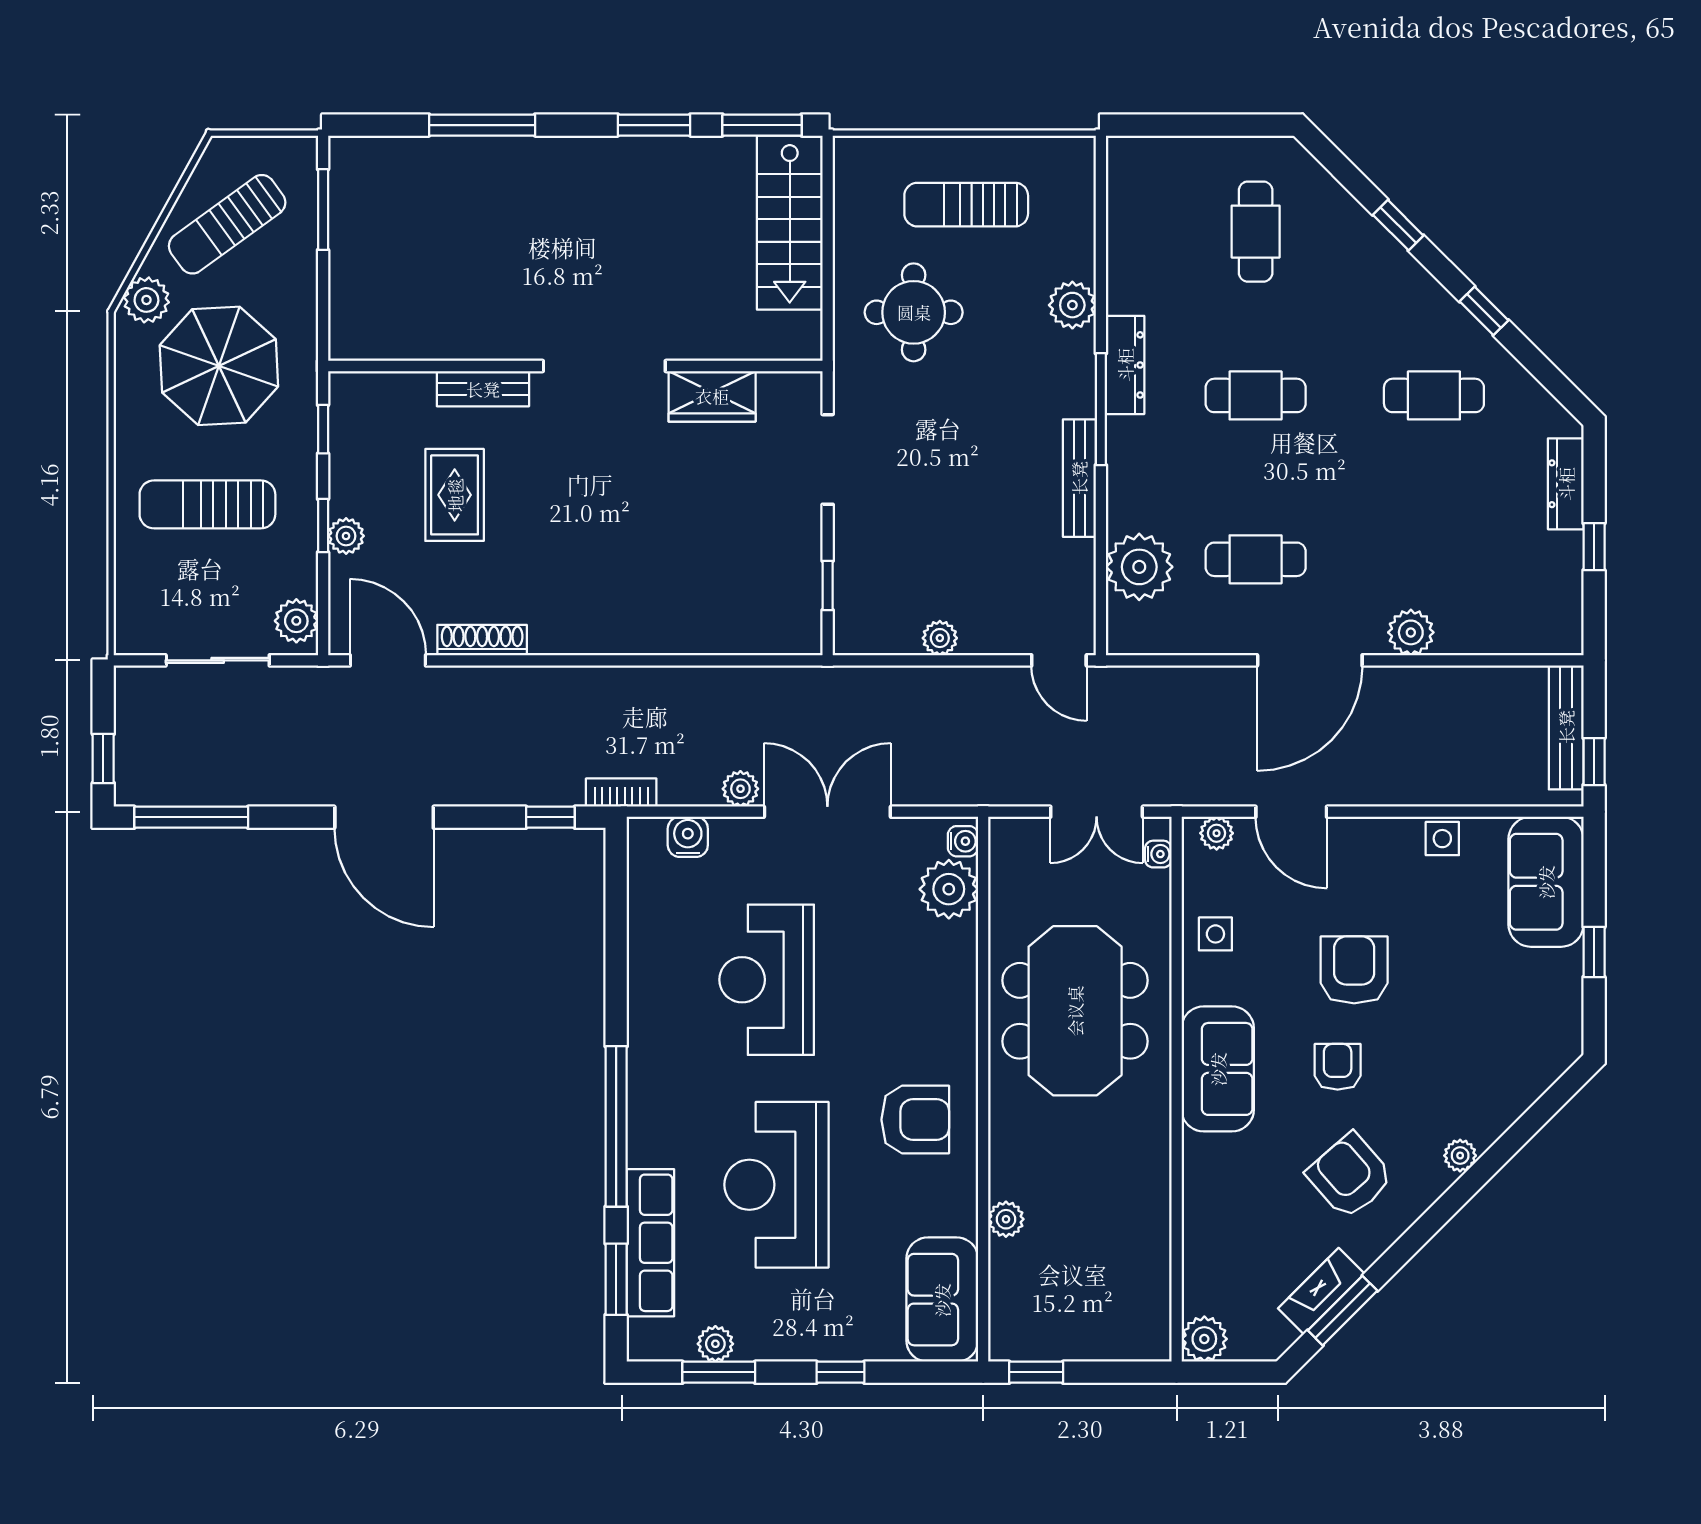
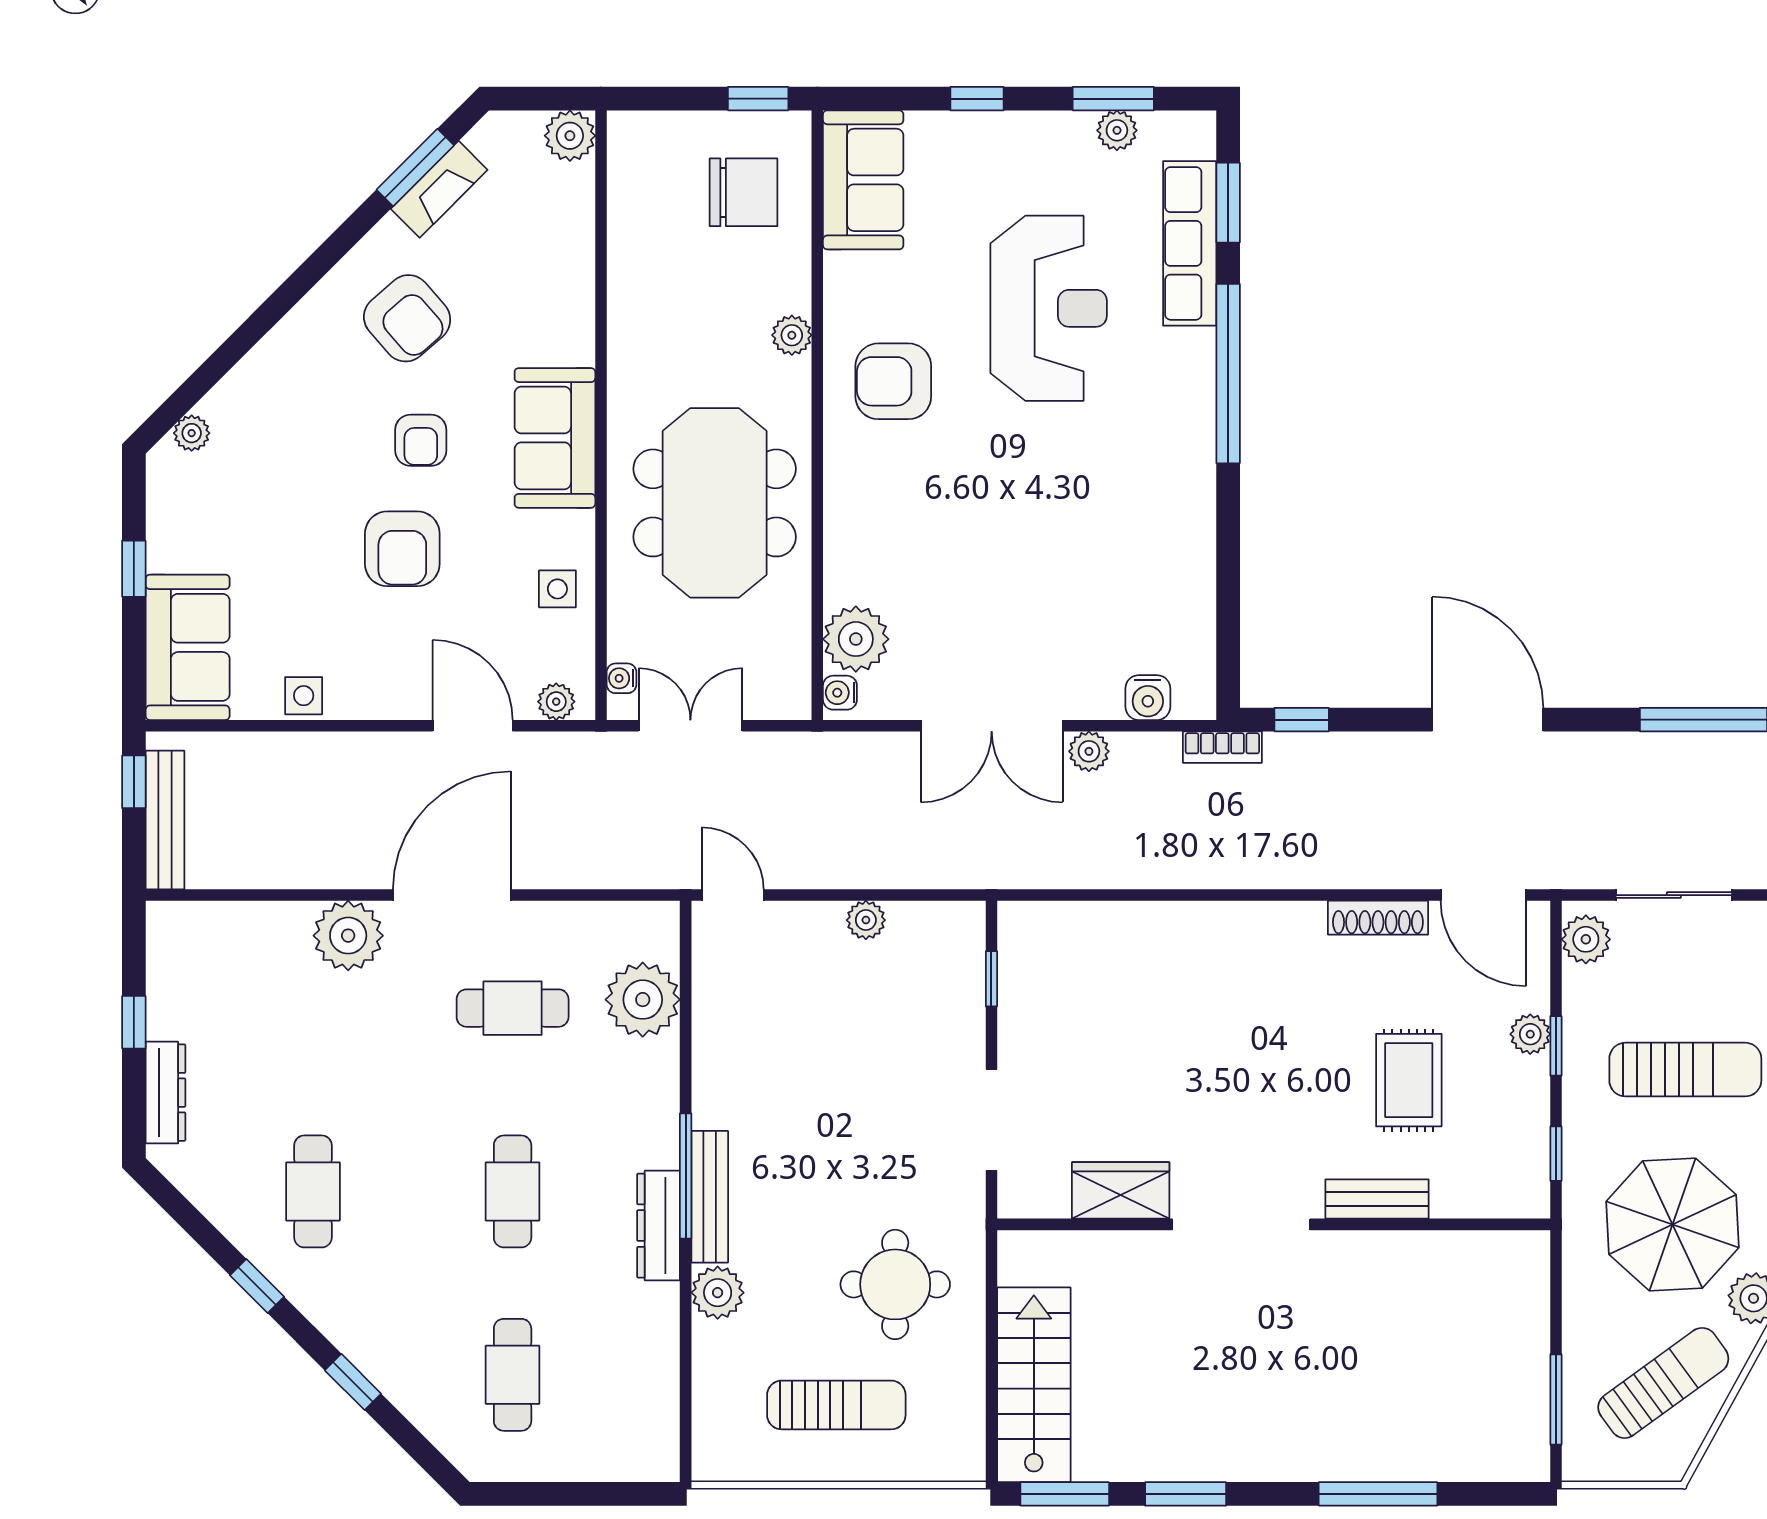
cafe table: (1256, 395) -> (513, 1191), turned 90
cafe table: (1434, 395) -> (313, 1191), turned 90
bench: (1079, 478) -> (710, 1197), moved
plant: (1411, 632) -> (348, 936), width x1.36, depth x1.36
reception desk: (767, 980) -> (1060, 538), removed
plant: (1460, 1156) -> (192, 433), moved
plant: (1006, 1219) -> (792, 335), moved
chair: (1049, 1288) -> (743, 192), added

